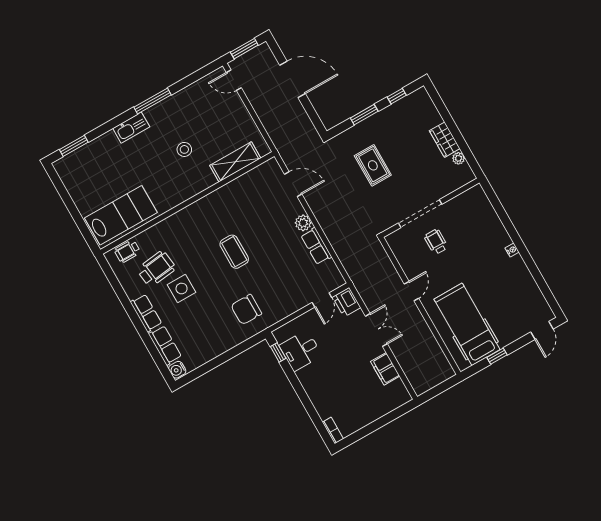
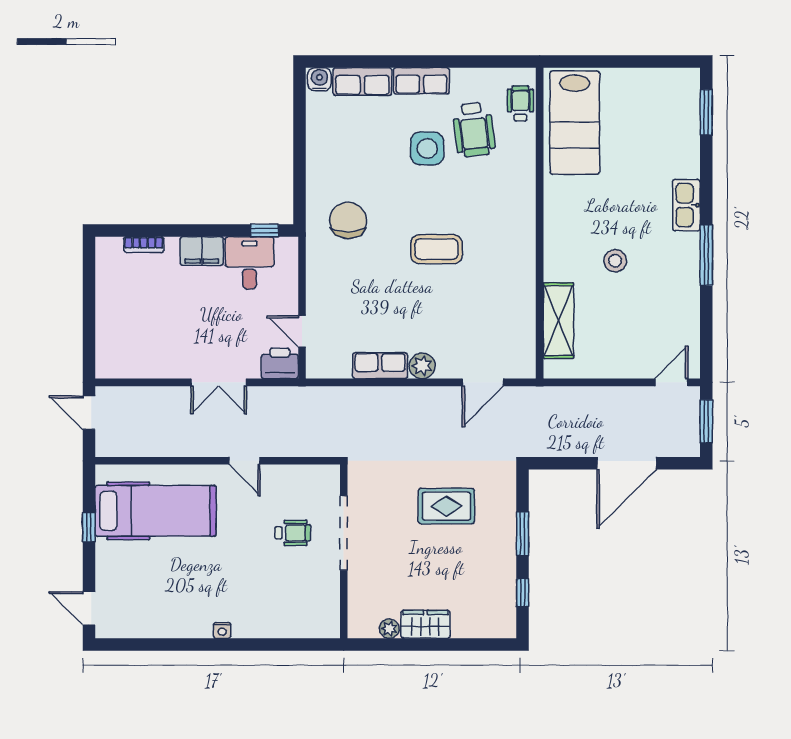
filing cabinet: (385, 369) -> (202, 251), moved, turned 180
door: (434, 392) -> (89, 413), added
bookcase: (333, 431) -> (144, 245), moved

